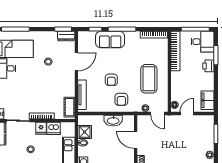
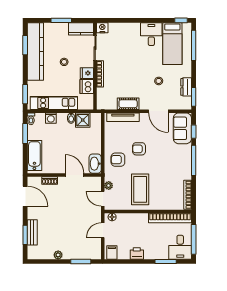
dresser: (66, 36) -> (186, 87), moved
sofa: (110, 40) -> (182, 128), moved
printer: (208, 66) -> (137, 253), moved
coffee table: (149, 79) -> (140, 189), turned 90
filing cabinet: (207, 100) -> (112, 253), width x0.50
cot: (69, 107) -> (128, 104), moved
door: (158, 113) -> (103, 199), hinge flipped
door: (187, 113) -> (103, 230), swing flipped
washbasin: (113, 121) -> (95, 164), moved
door: (136, 140) -> (74, 175), hinge flipped

